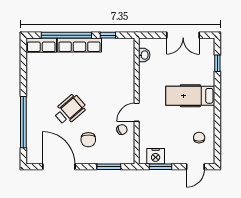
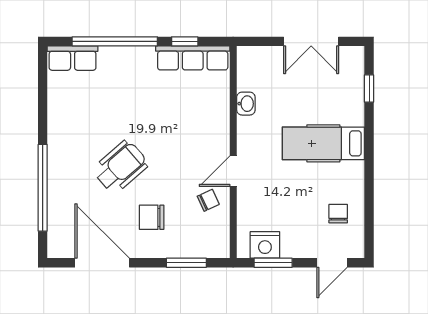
row of seats: (79, 45) -> (193, 58), moved
washbasin: (144, 55) -> (246, 104), moved
chair: (88, 140) -> (152, 217), turned 90

